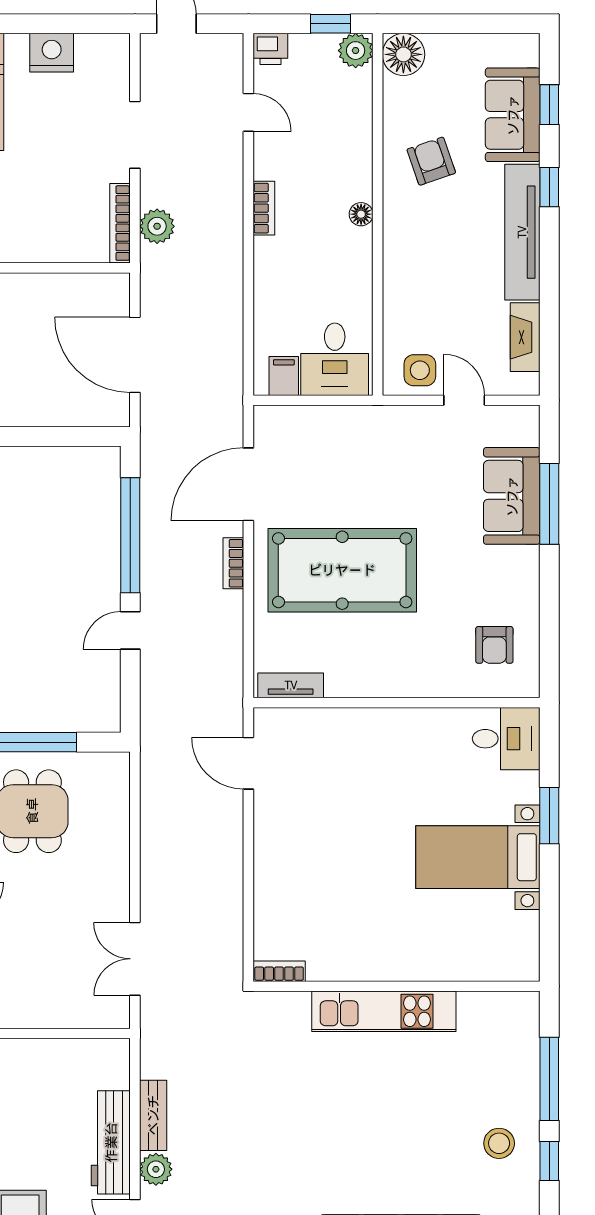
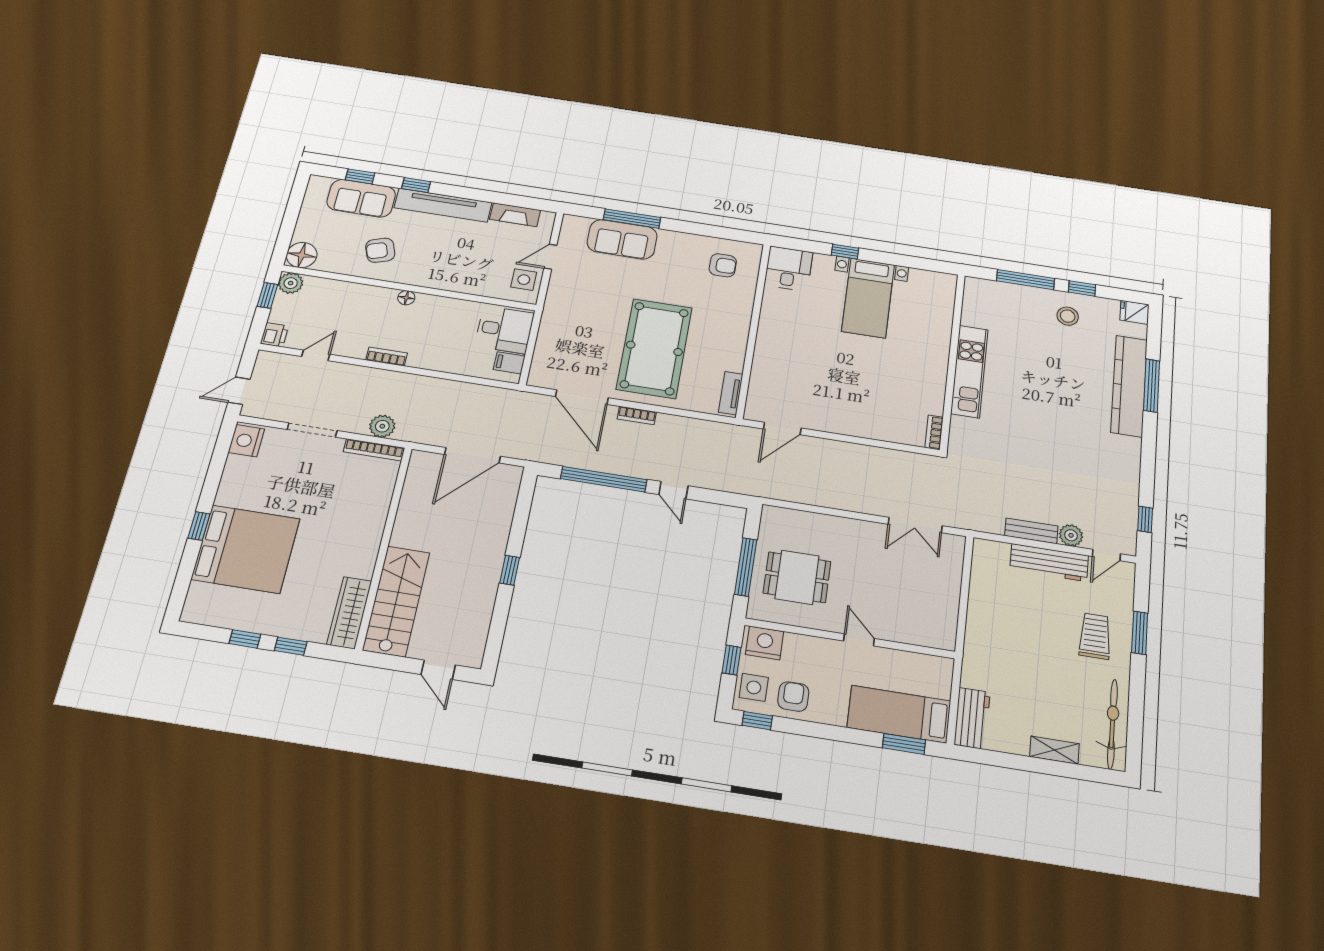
nightstand: (52, 53) -> (246, 441), moved
window: (549, 816) -> (845, 252), width x0.67

